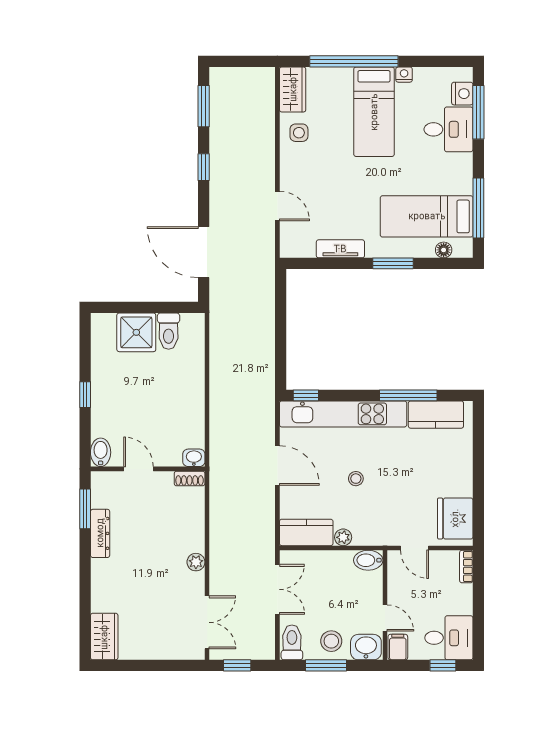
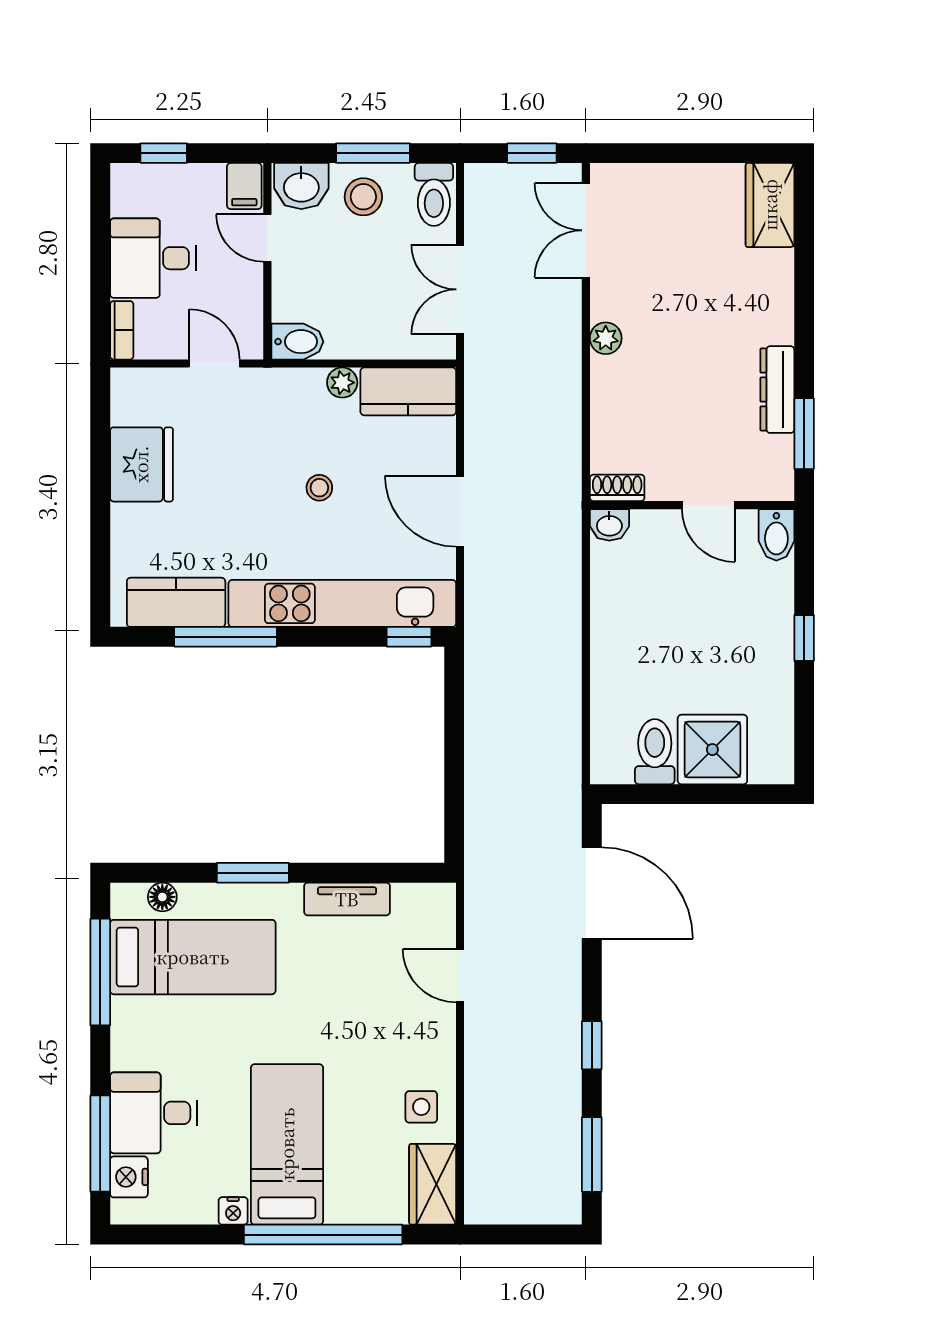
fridge: (455, 518) -> (141, 464), moved
desk: (449, 638) -> (153, 258), moved

